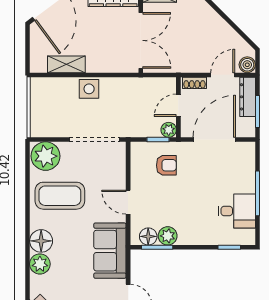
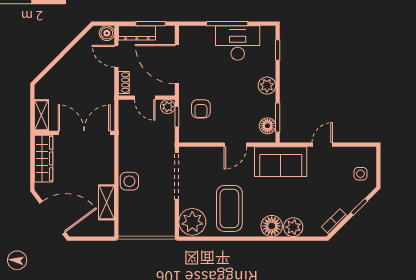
armchair: (166, 165) -> (201, 109), turned 180
desk: (237, 211) -> (238, 43), width x1.37
plant: (168, 236) -> (267, 86), moved

